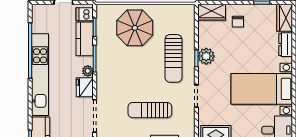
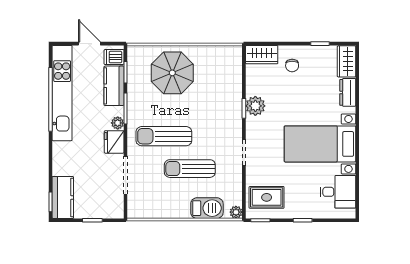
sun lounger: (174, 58) -> (164, 136), moved, turned 90
kitchen unit: (40, 75) -> (62, 93), moved

